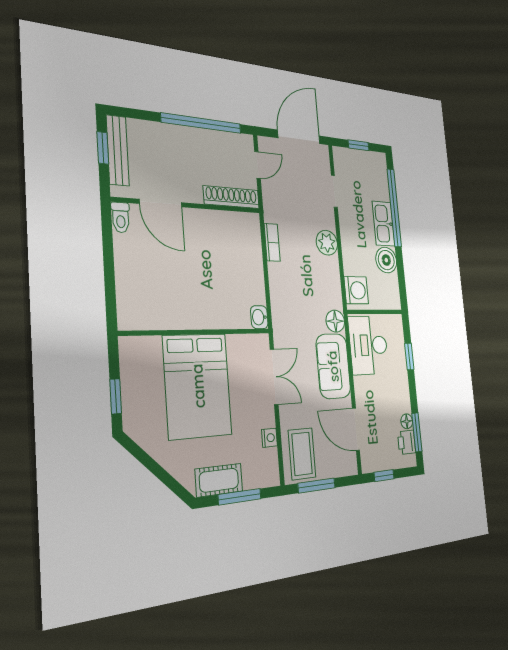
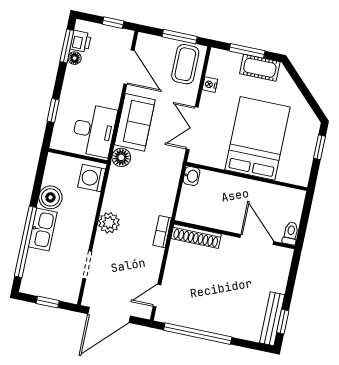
shoe rack: (231, 197) -> (196, 236), moved
door: (161, 203) -> (257, 239), moved
wall: (189, 205) -> (234, 235), moved
toilet: (121, 217) -> (291, 233), moved

